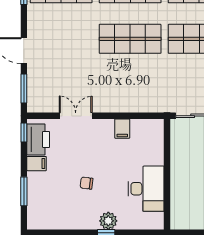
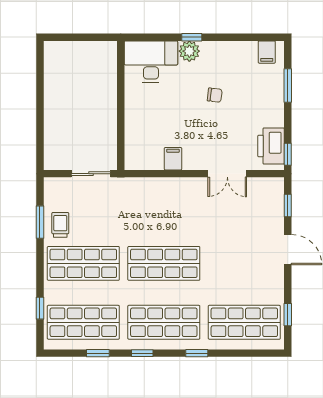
window: (24, 89) -> (288, 205), width x0.67
filing cabinet: (37, 164) -> (267, 52), moved, turned -90
desk: (146, 189) -> (151, 62), moved, turned 90

